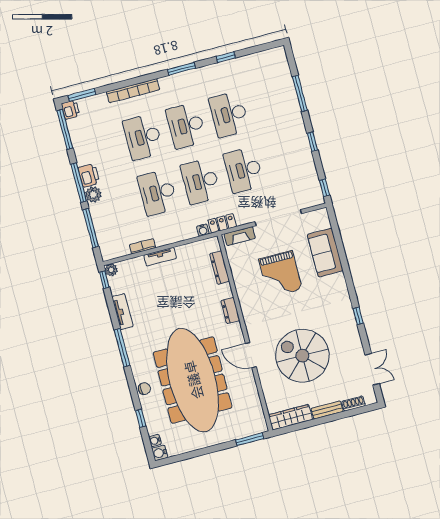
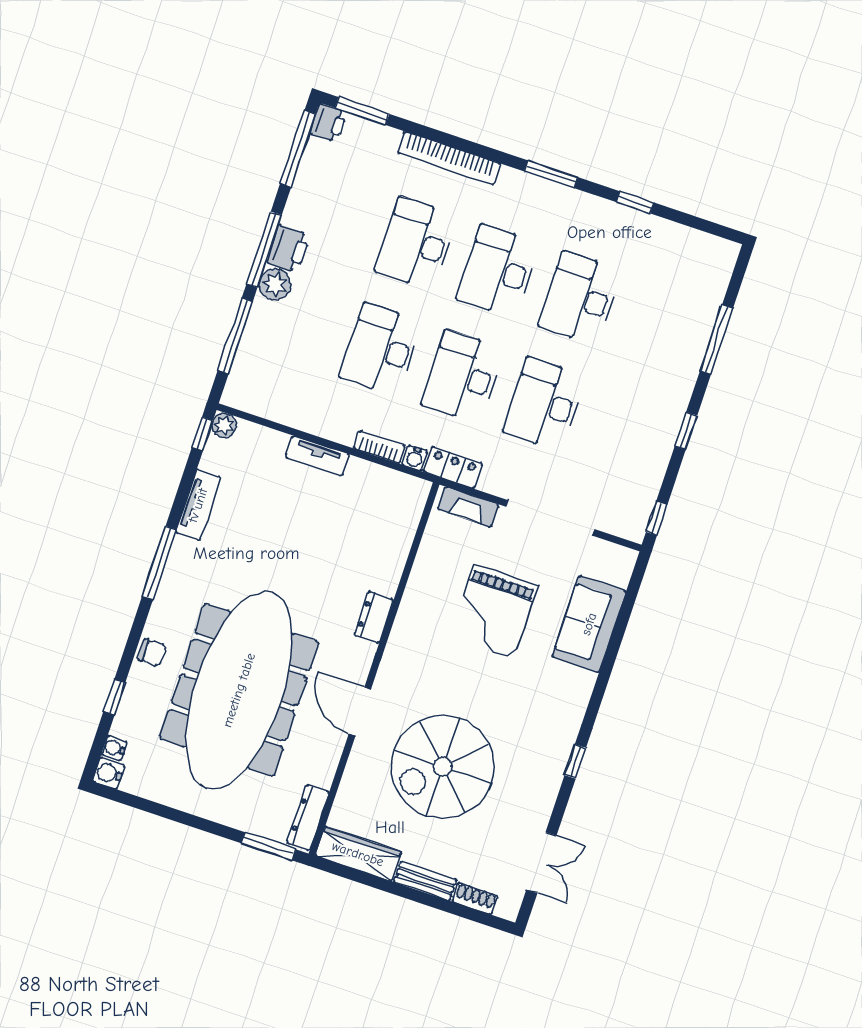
bookcase: (142, 246) -> (379, 447), moved
dresser: (220, 268) -> (308, 817), moved
spiral stairs: (302, 356) -> (443, 767), turned -90

